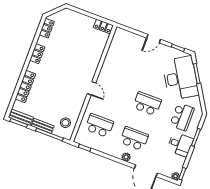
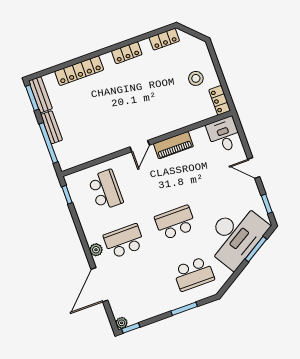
piano: (106, 70) -> (173, 145), added
school desk: (147, 104) -> (175, 223), turned -90
stool: (65, 123) -> (196, 78), moved
school desk: (134, 139) -> (124, 241), turned -90
desk: (180, 144) -> (224, 135), moved, turned 180

